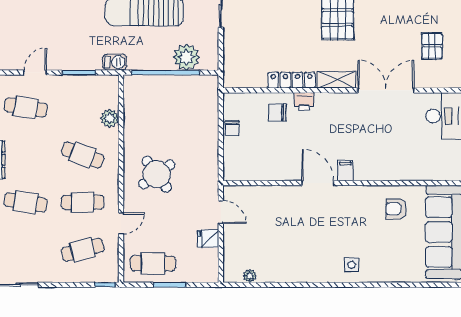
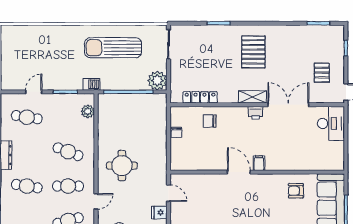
plant: (186, 57) -> (157, 81), moved
locker: (291, 80) -> (200, 97), moved
printer: (304, 101) -> (255, 113), moved
plant: (110, 118) -> (88, 111), moved
round table: (157, 174) -> (122, 166), turned 36

